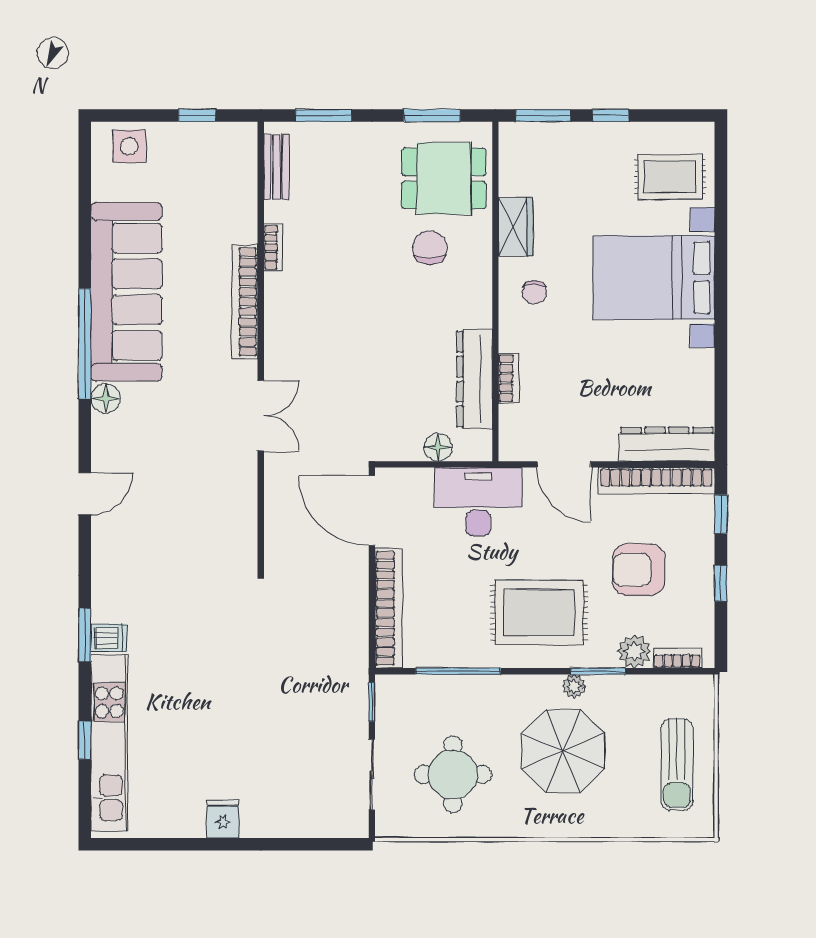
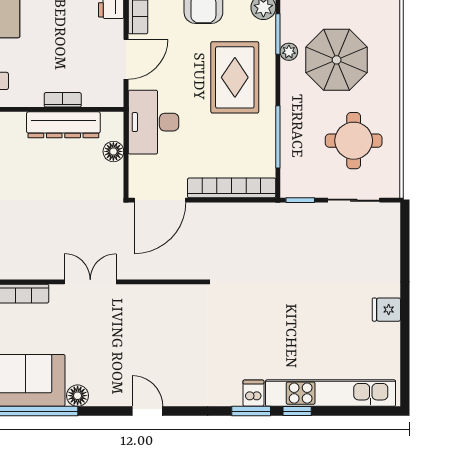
window: (85, 740) -> (297, 411), moved

